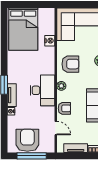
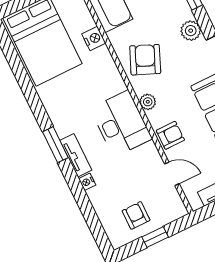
armchair: (70, 64) -> (145, 60), turned -67
armchair: (27, 140) -> (136, 215), width x0.53, depth x0.53
window: (32, 156) -> (155, 237), width x0.46

